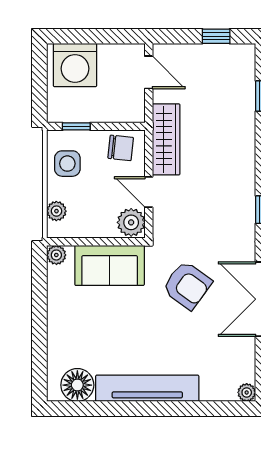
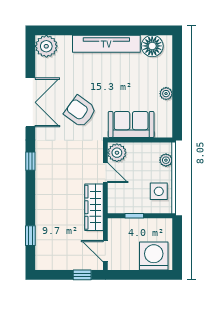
window: (216, 36) -> (82, 275), moved
window: (76, 126) -> (134, 216), moved
chair: (121, 148) -> (124, 202), removed
plant: (56, 255) -> (166, 94), moved
plant: (247, 392) -> (46, 46), width x1.88, depth x1.88

